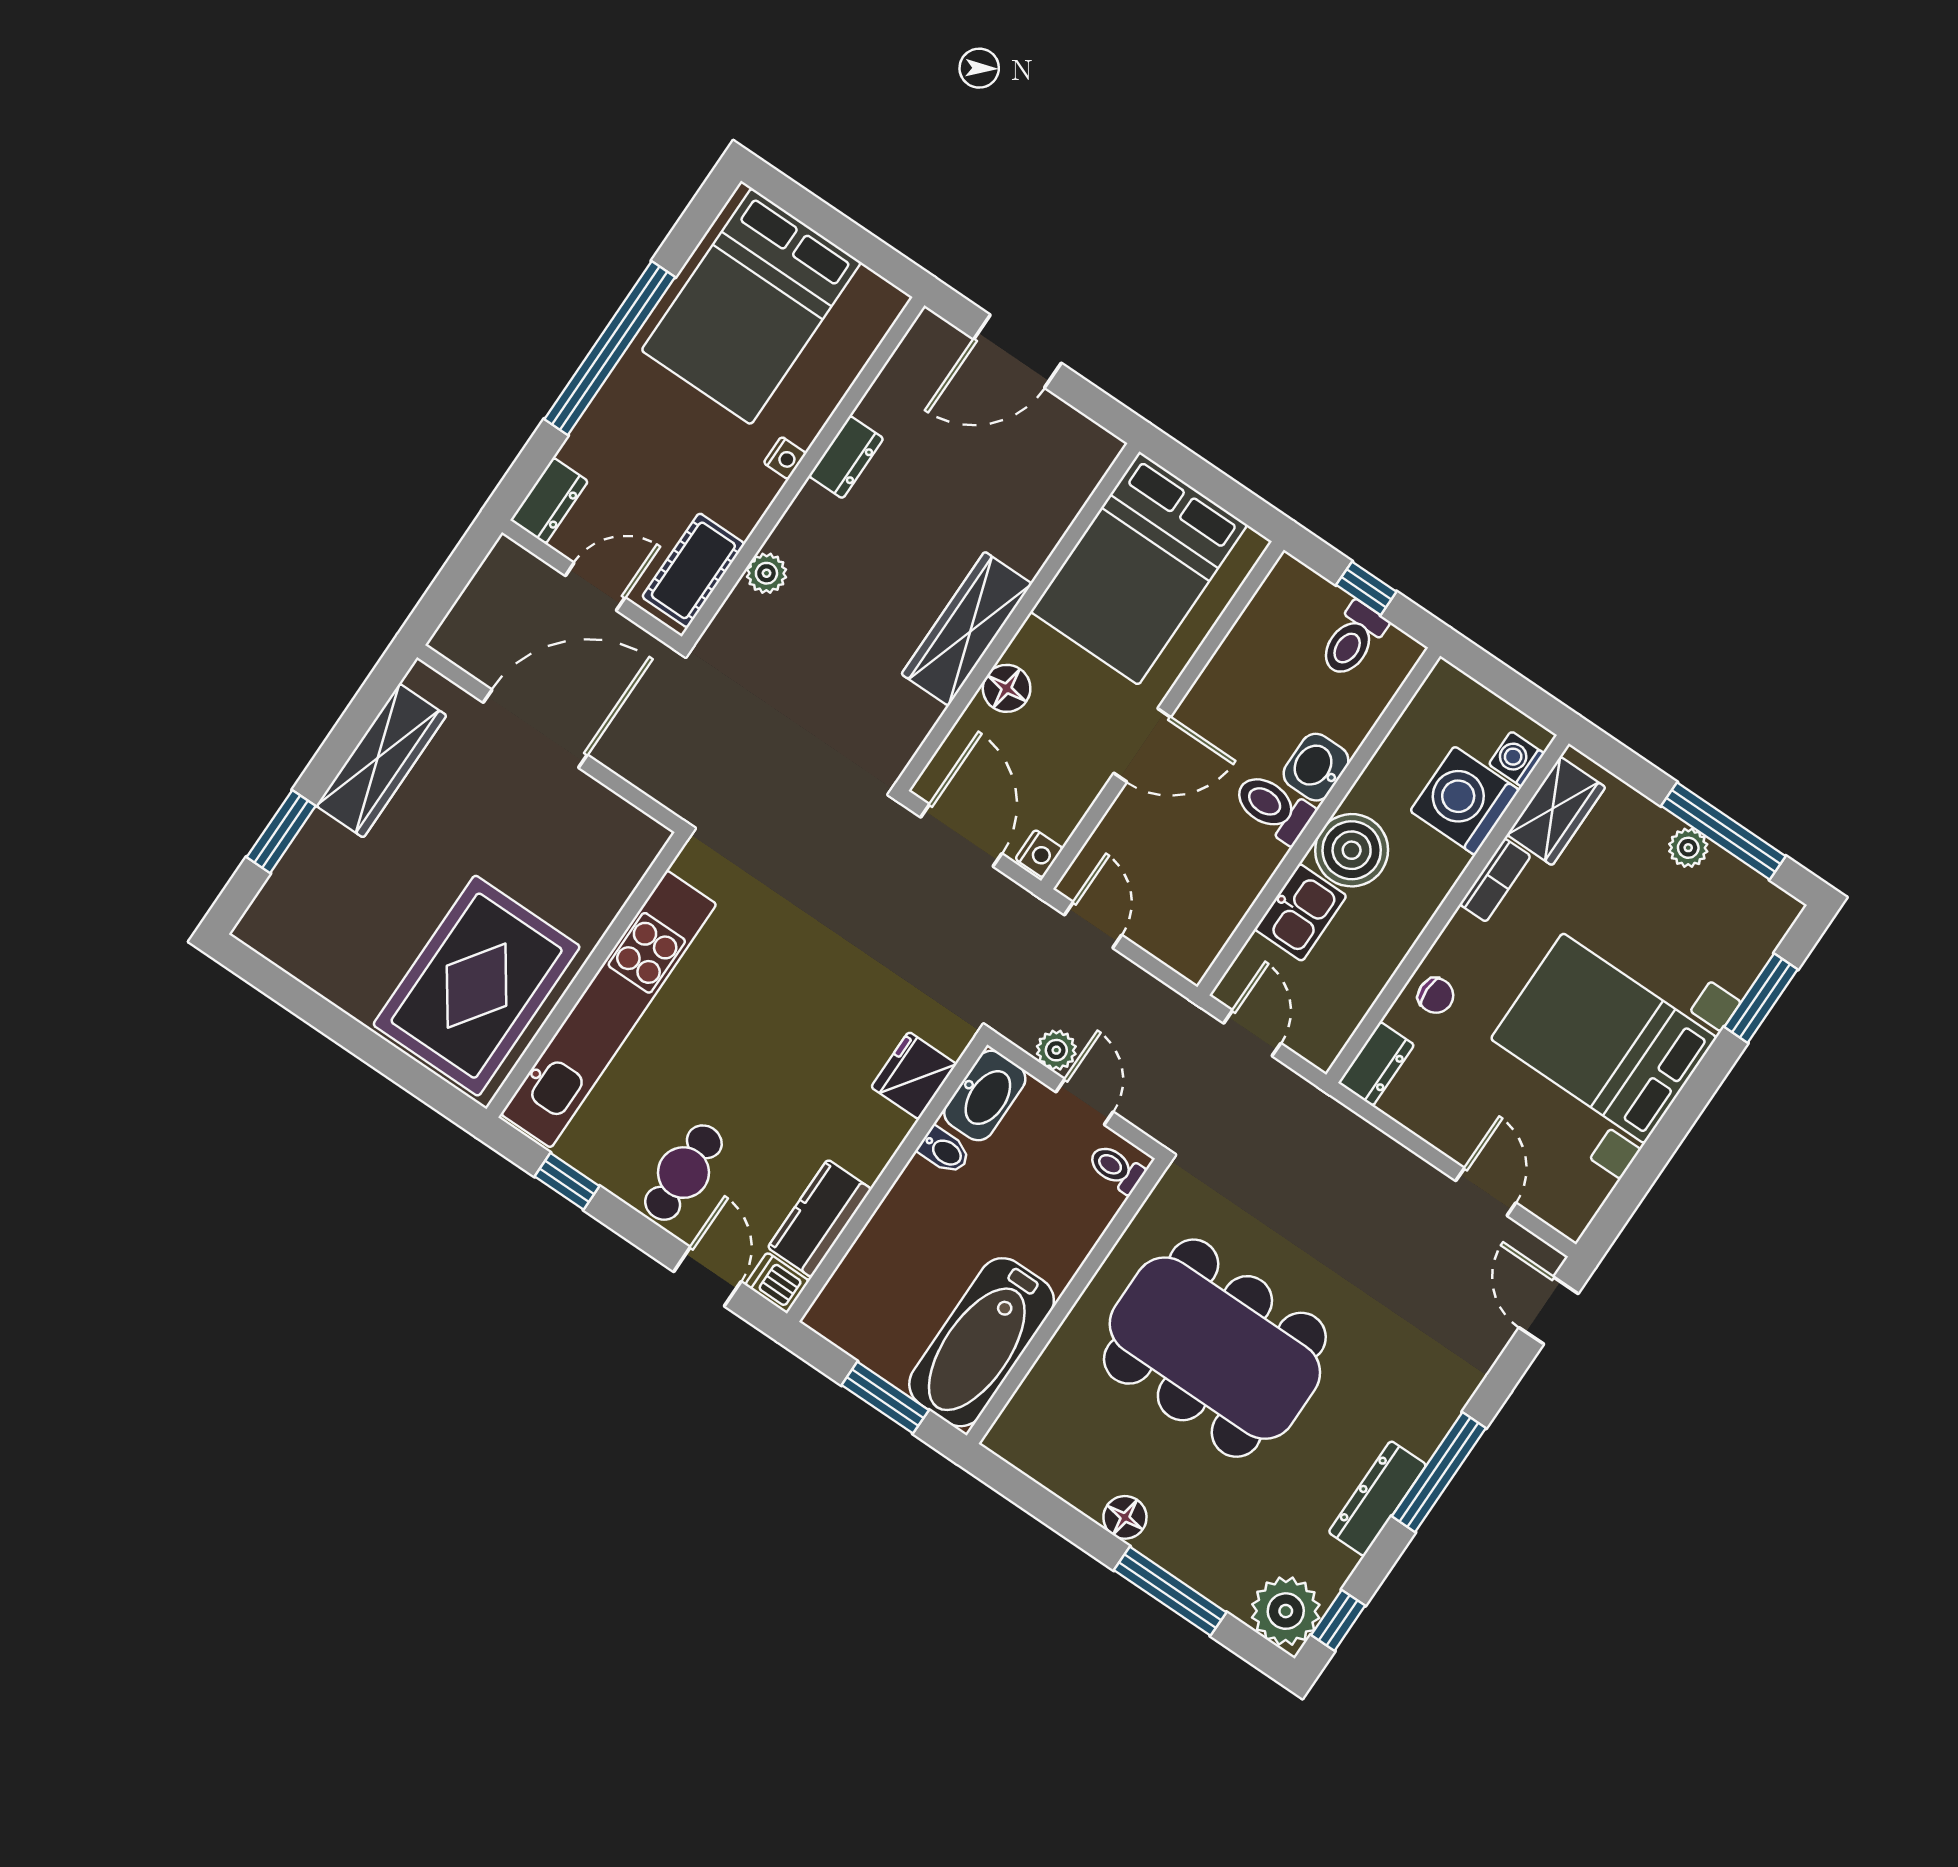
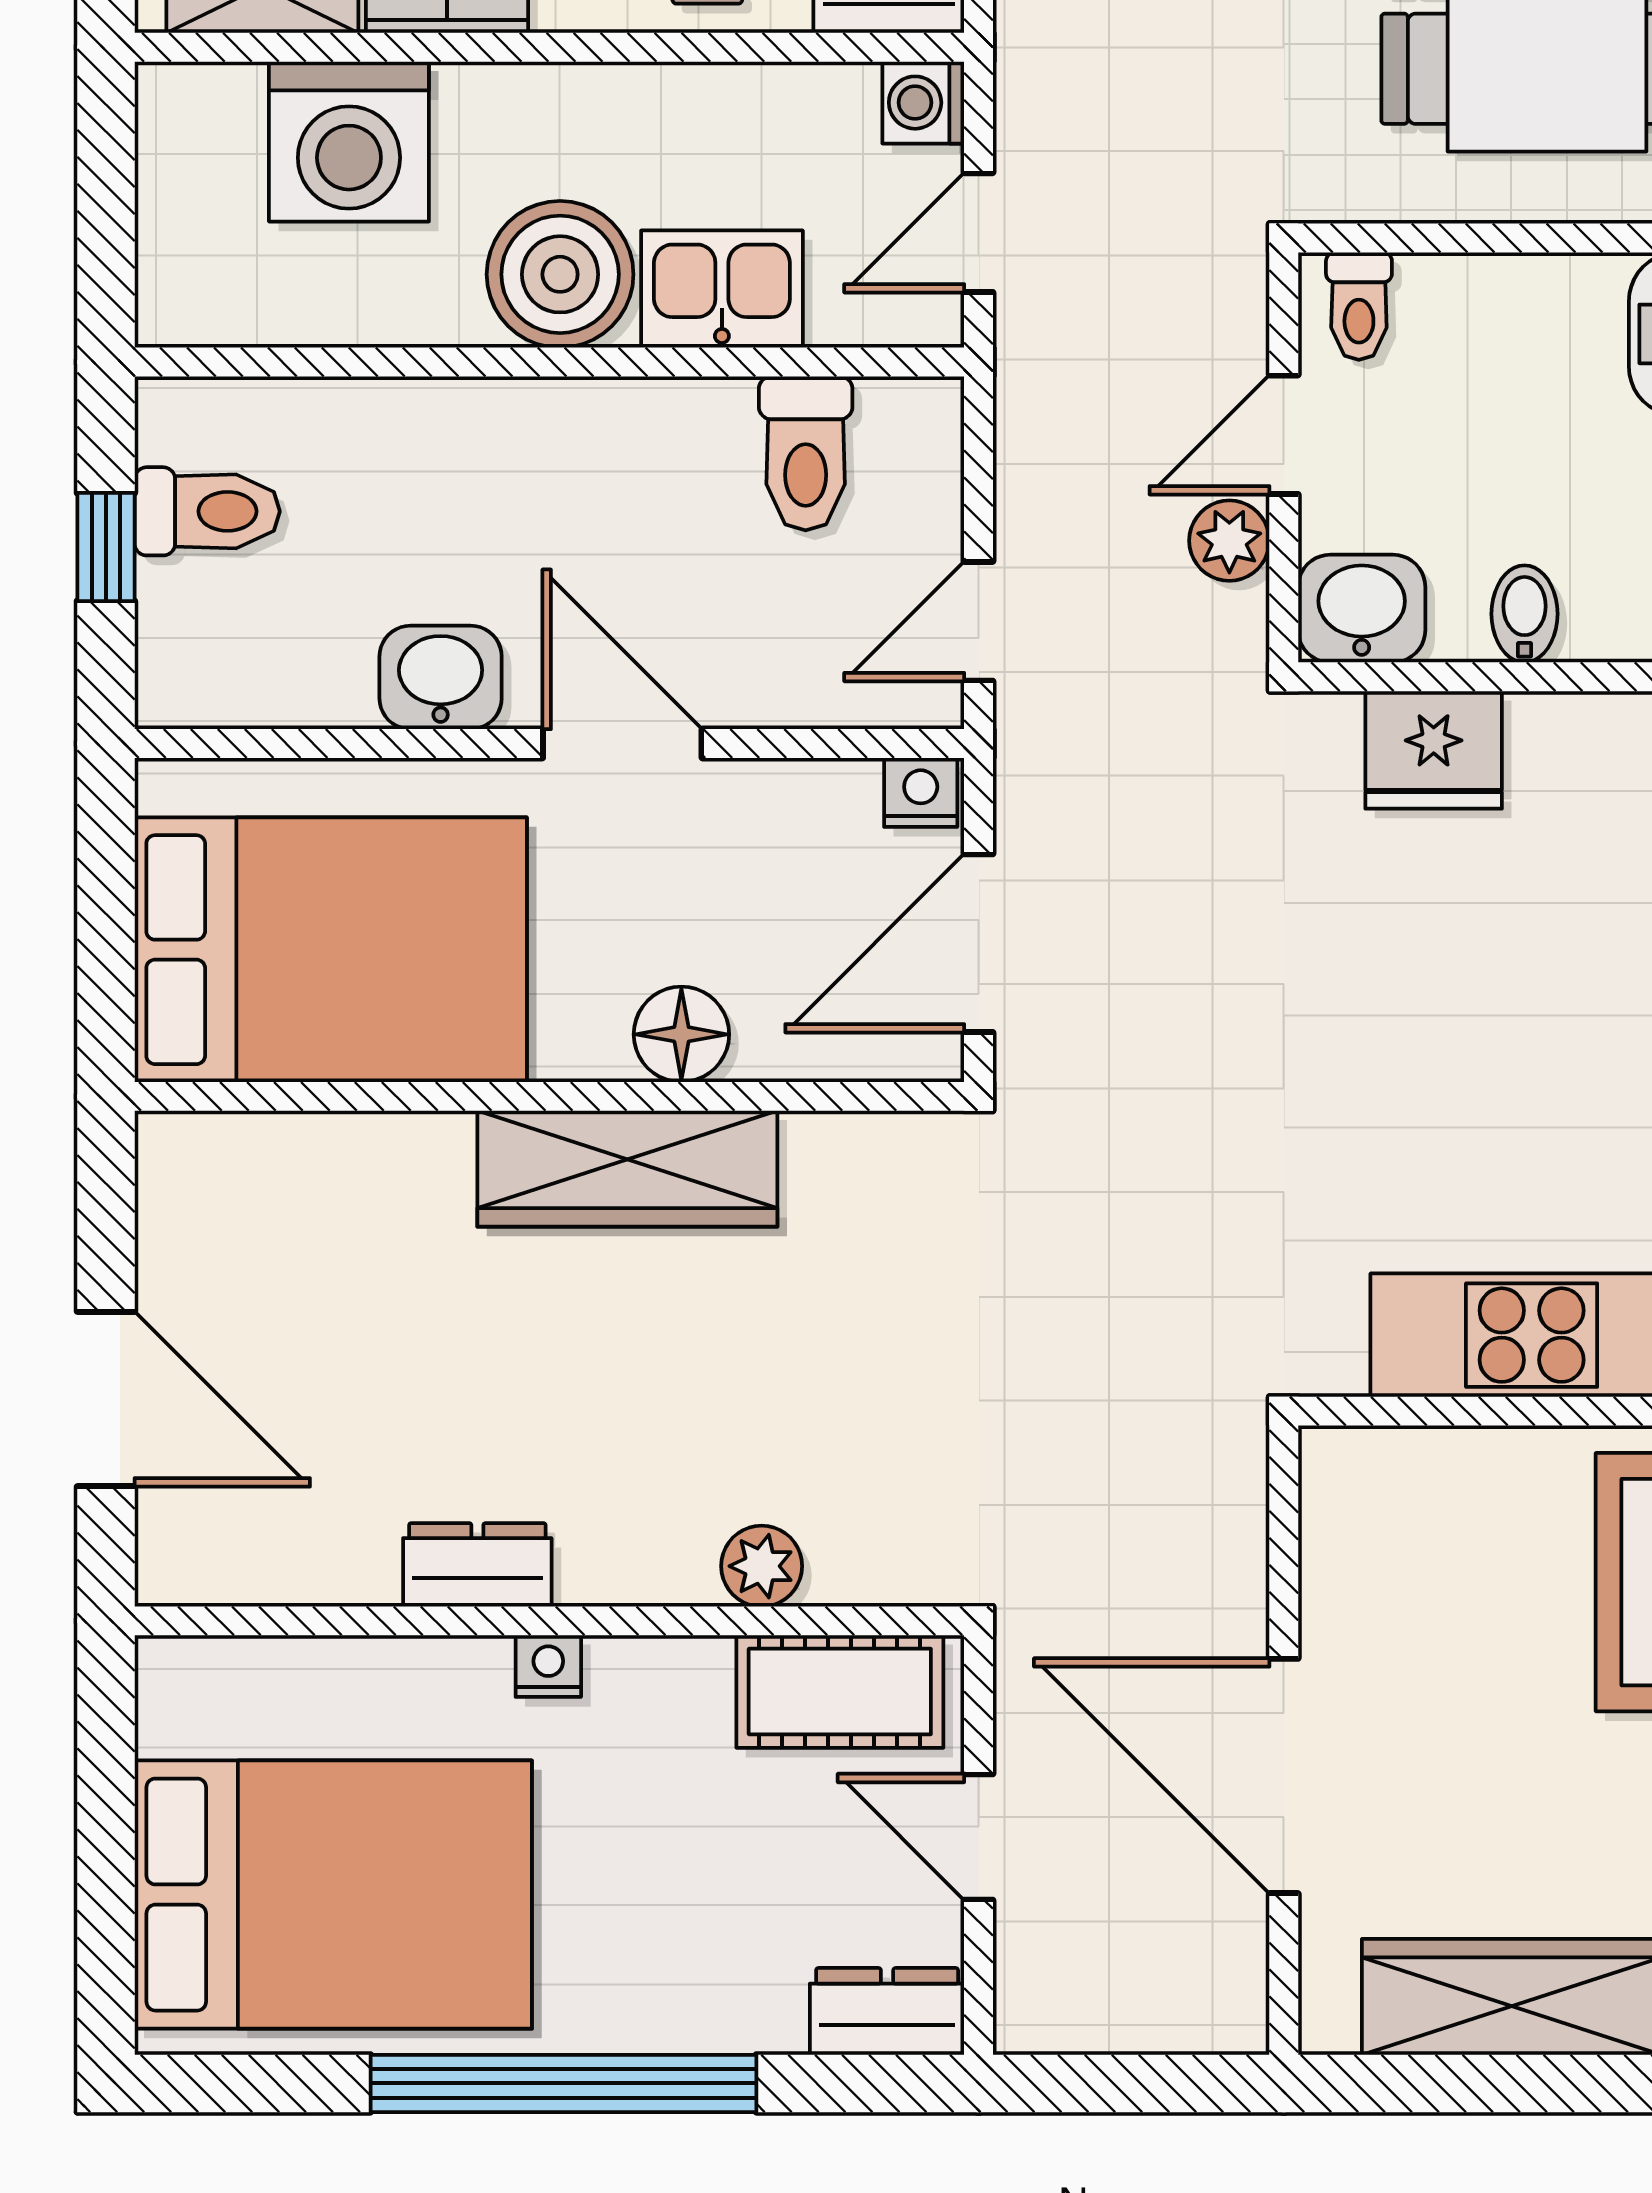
washing machine: (1516, 759) -> (923, 103), moved, turned 90
washbasin: (1316, 767) -> (441, 677), moved, turned 180
toilet: (1273, 807) -> (806, 453), moved
washbasin: (985, 1095) -> (1362, 609), width x0.72

